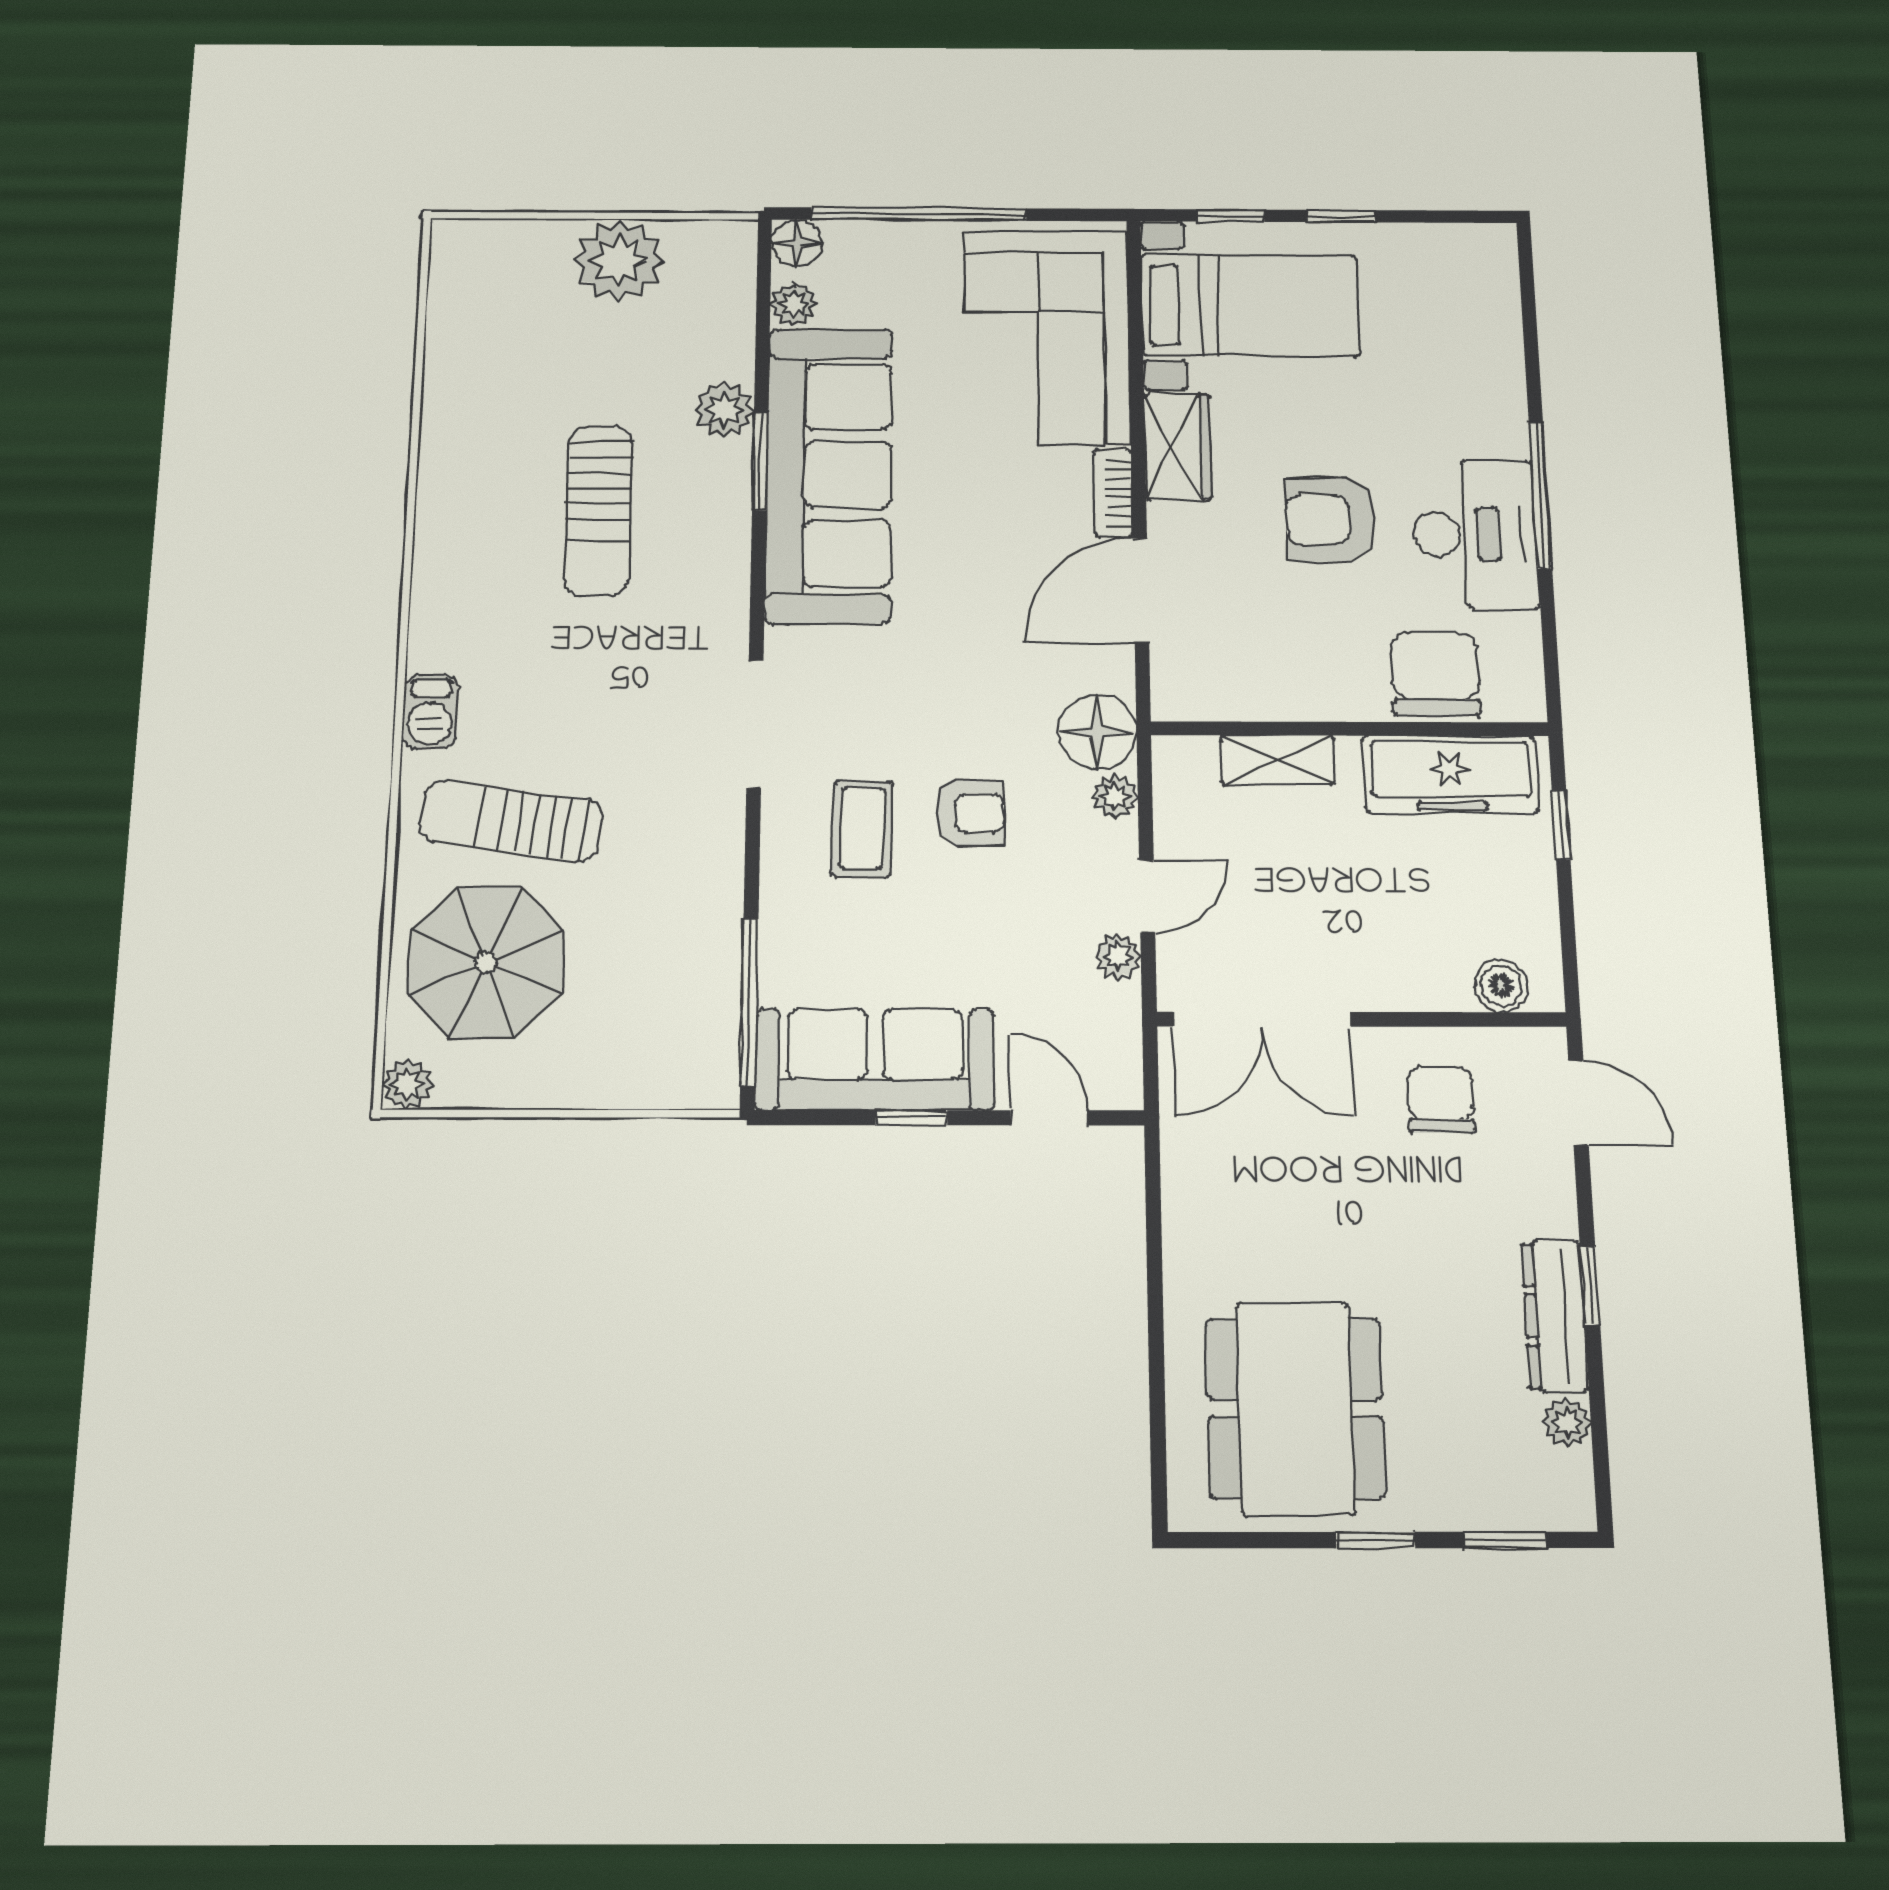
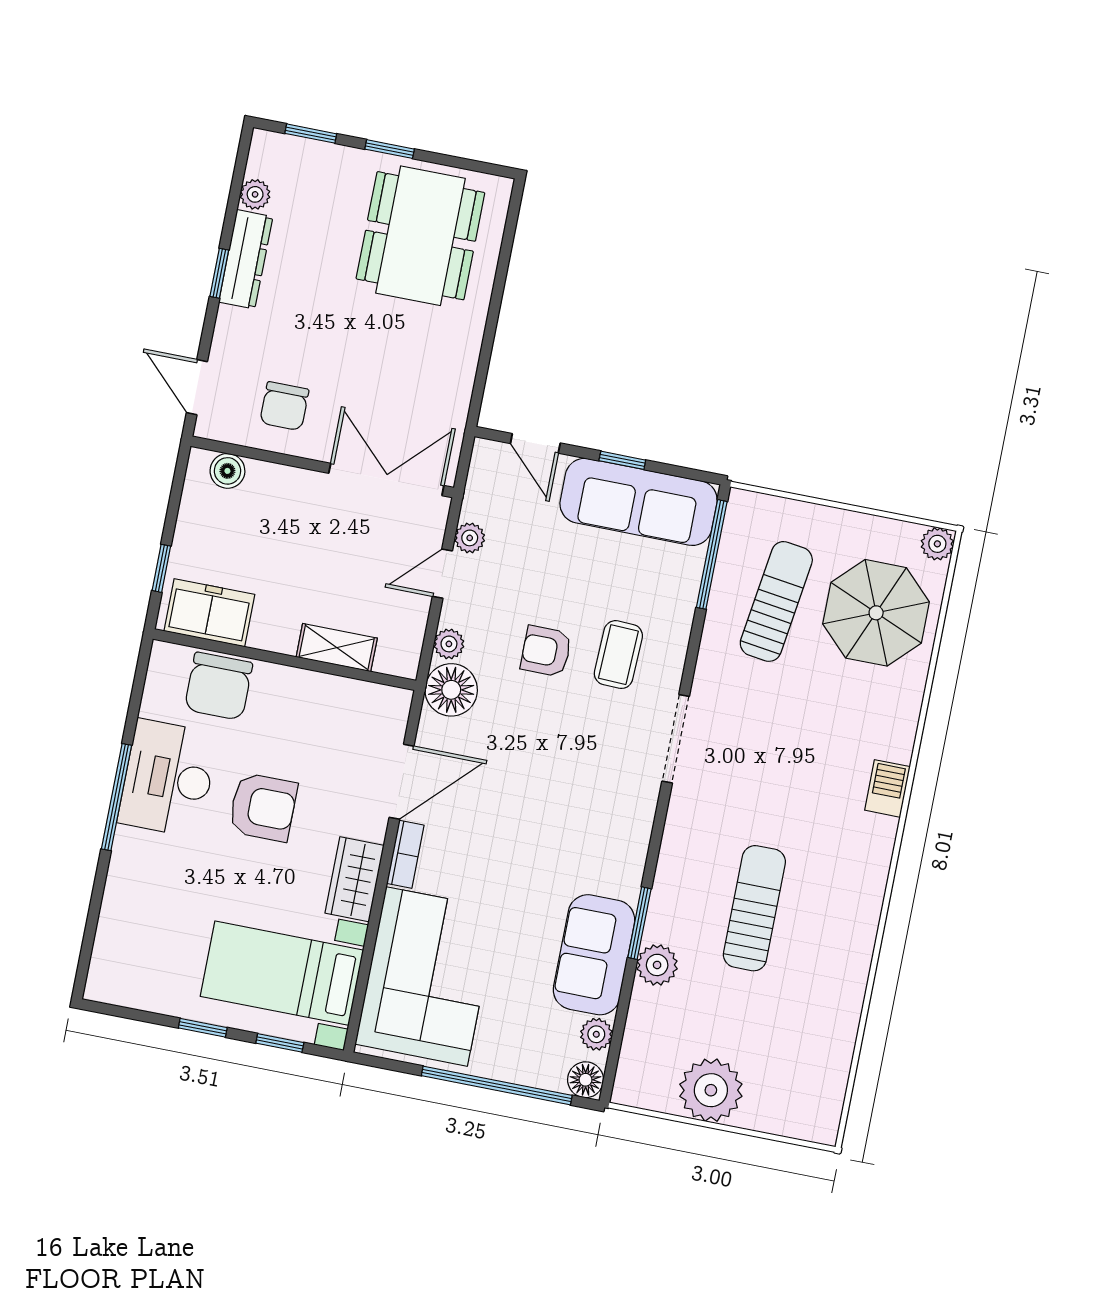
sofa: (829, 474) -> (594, 955), width x0.54, depth x0.79
freezer: (1450, 774) -> (209, 613), width x0.71
sun lounger: (511, 821) -> (776, 601), moved, turned -90

